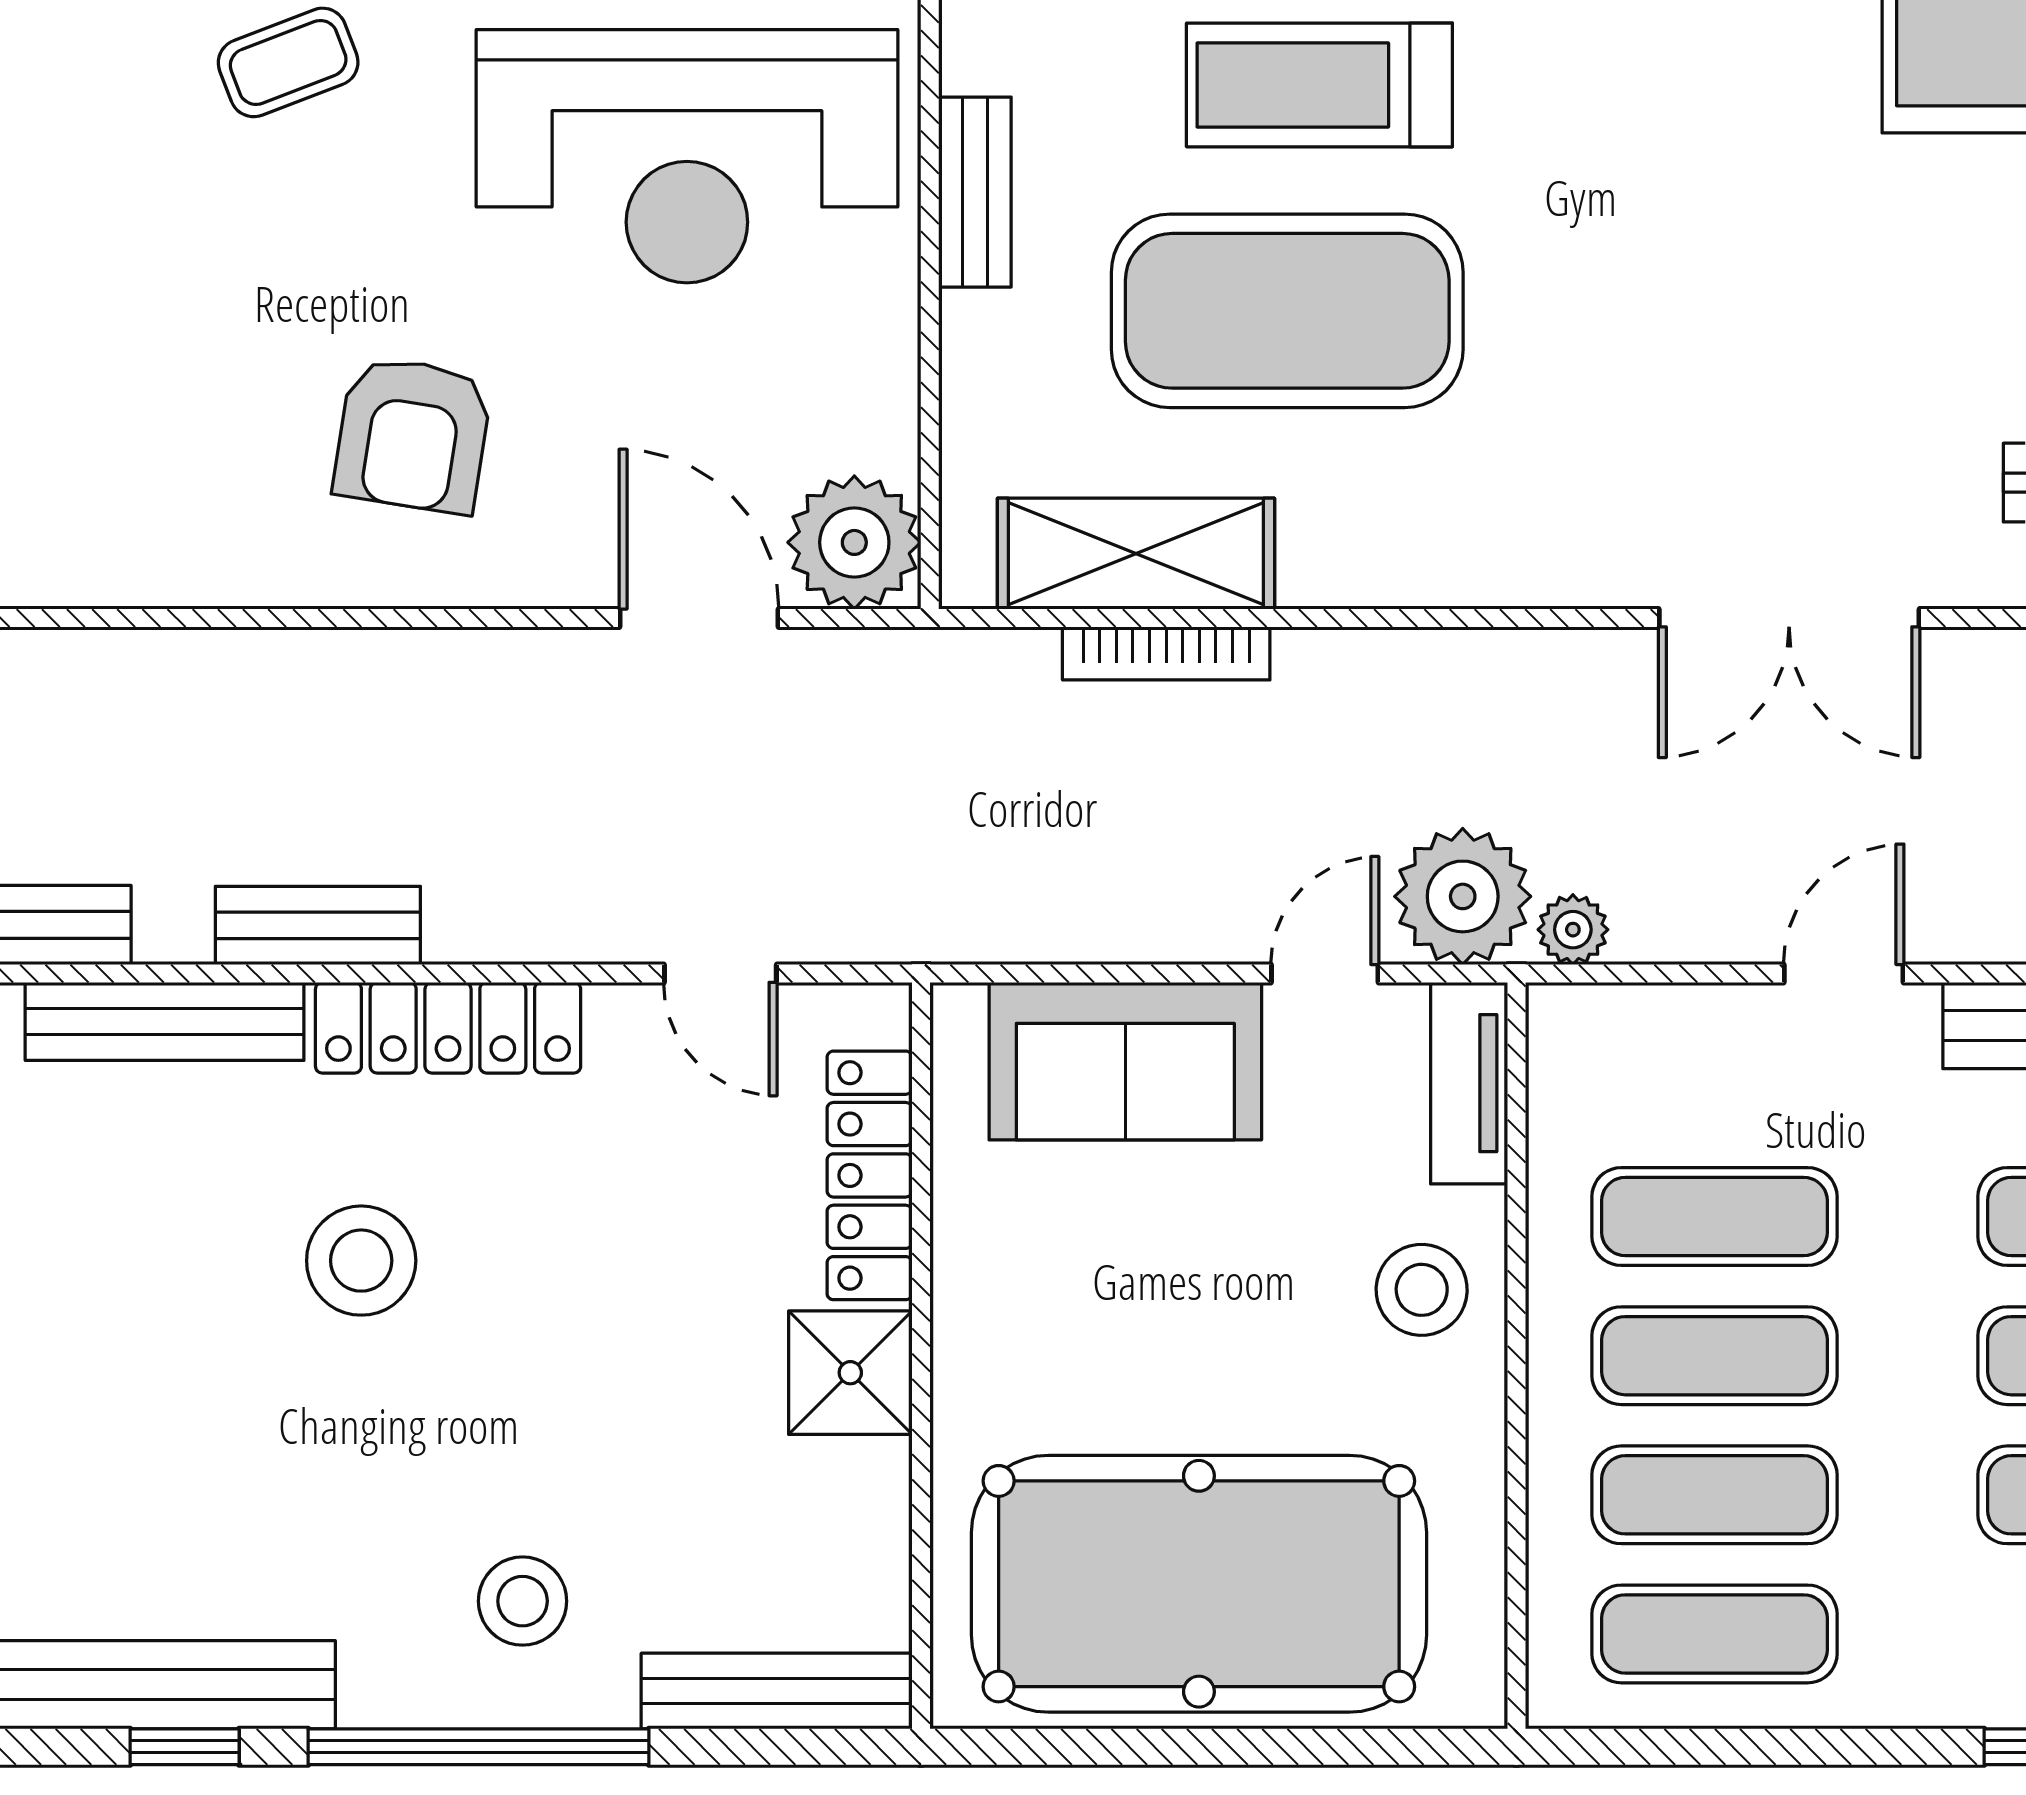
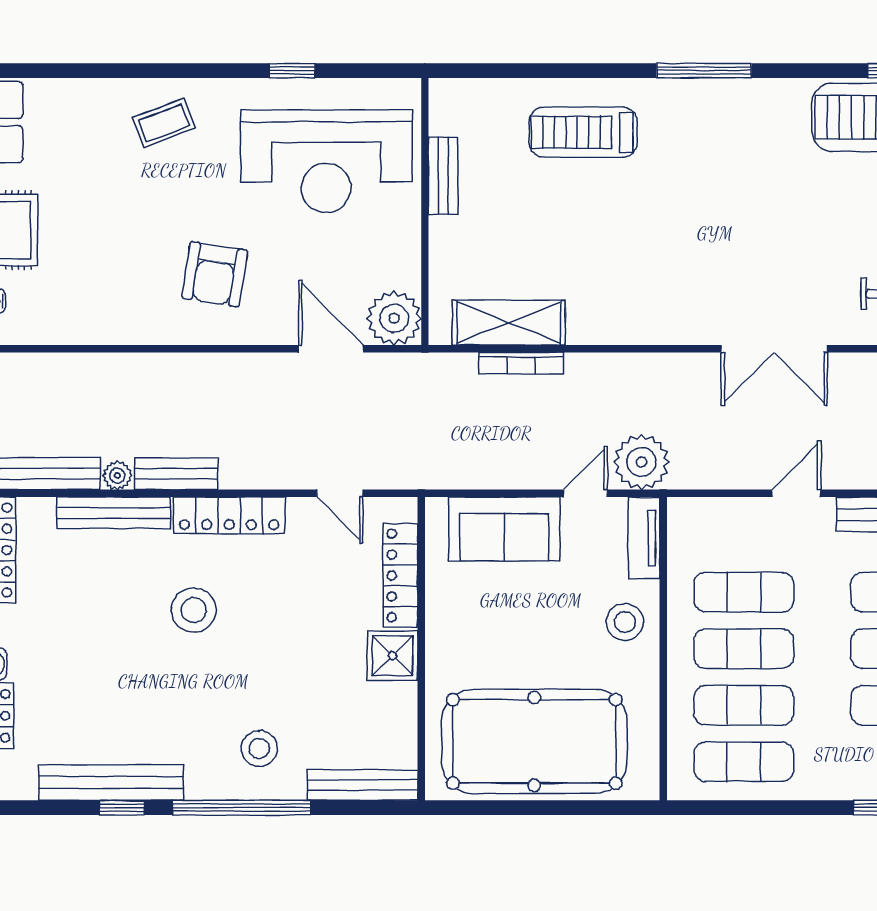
exercise mat: (1287, 311) -> (570, 224), removed
plant: (1573, 930) -> (117, 476), moved

